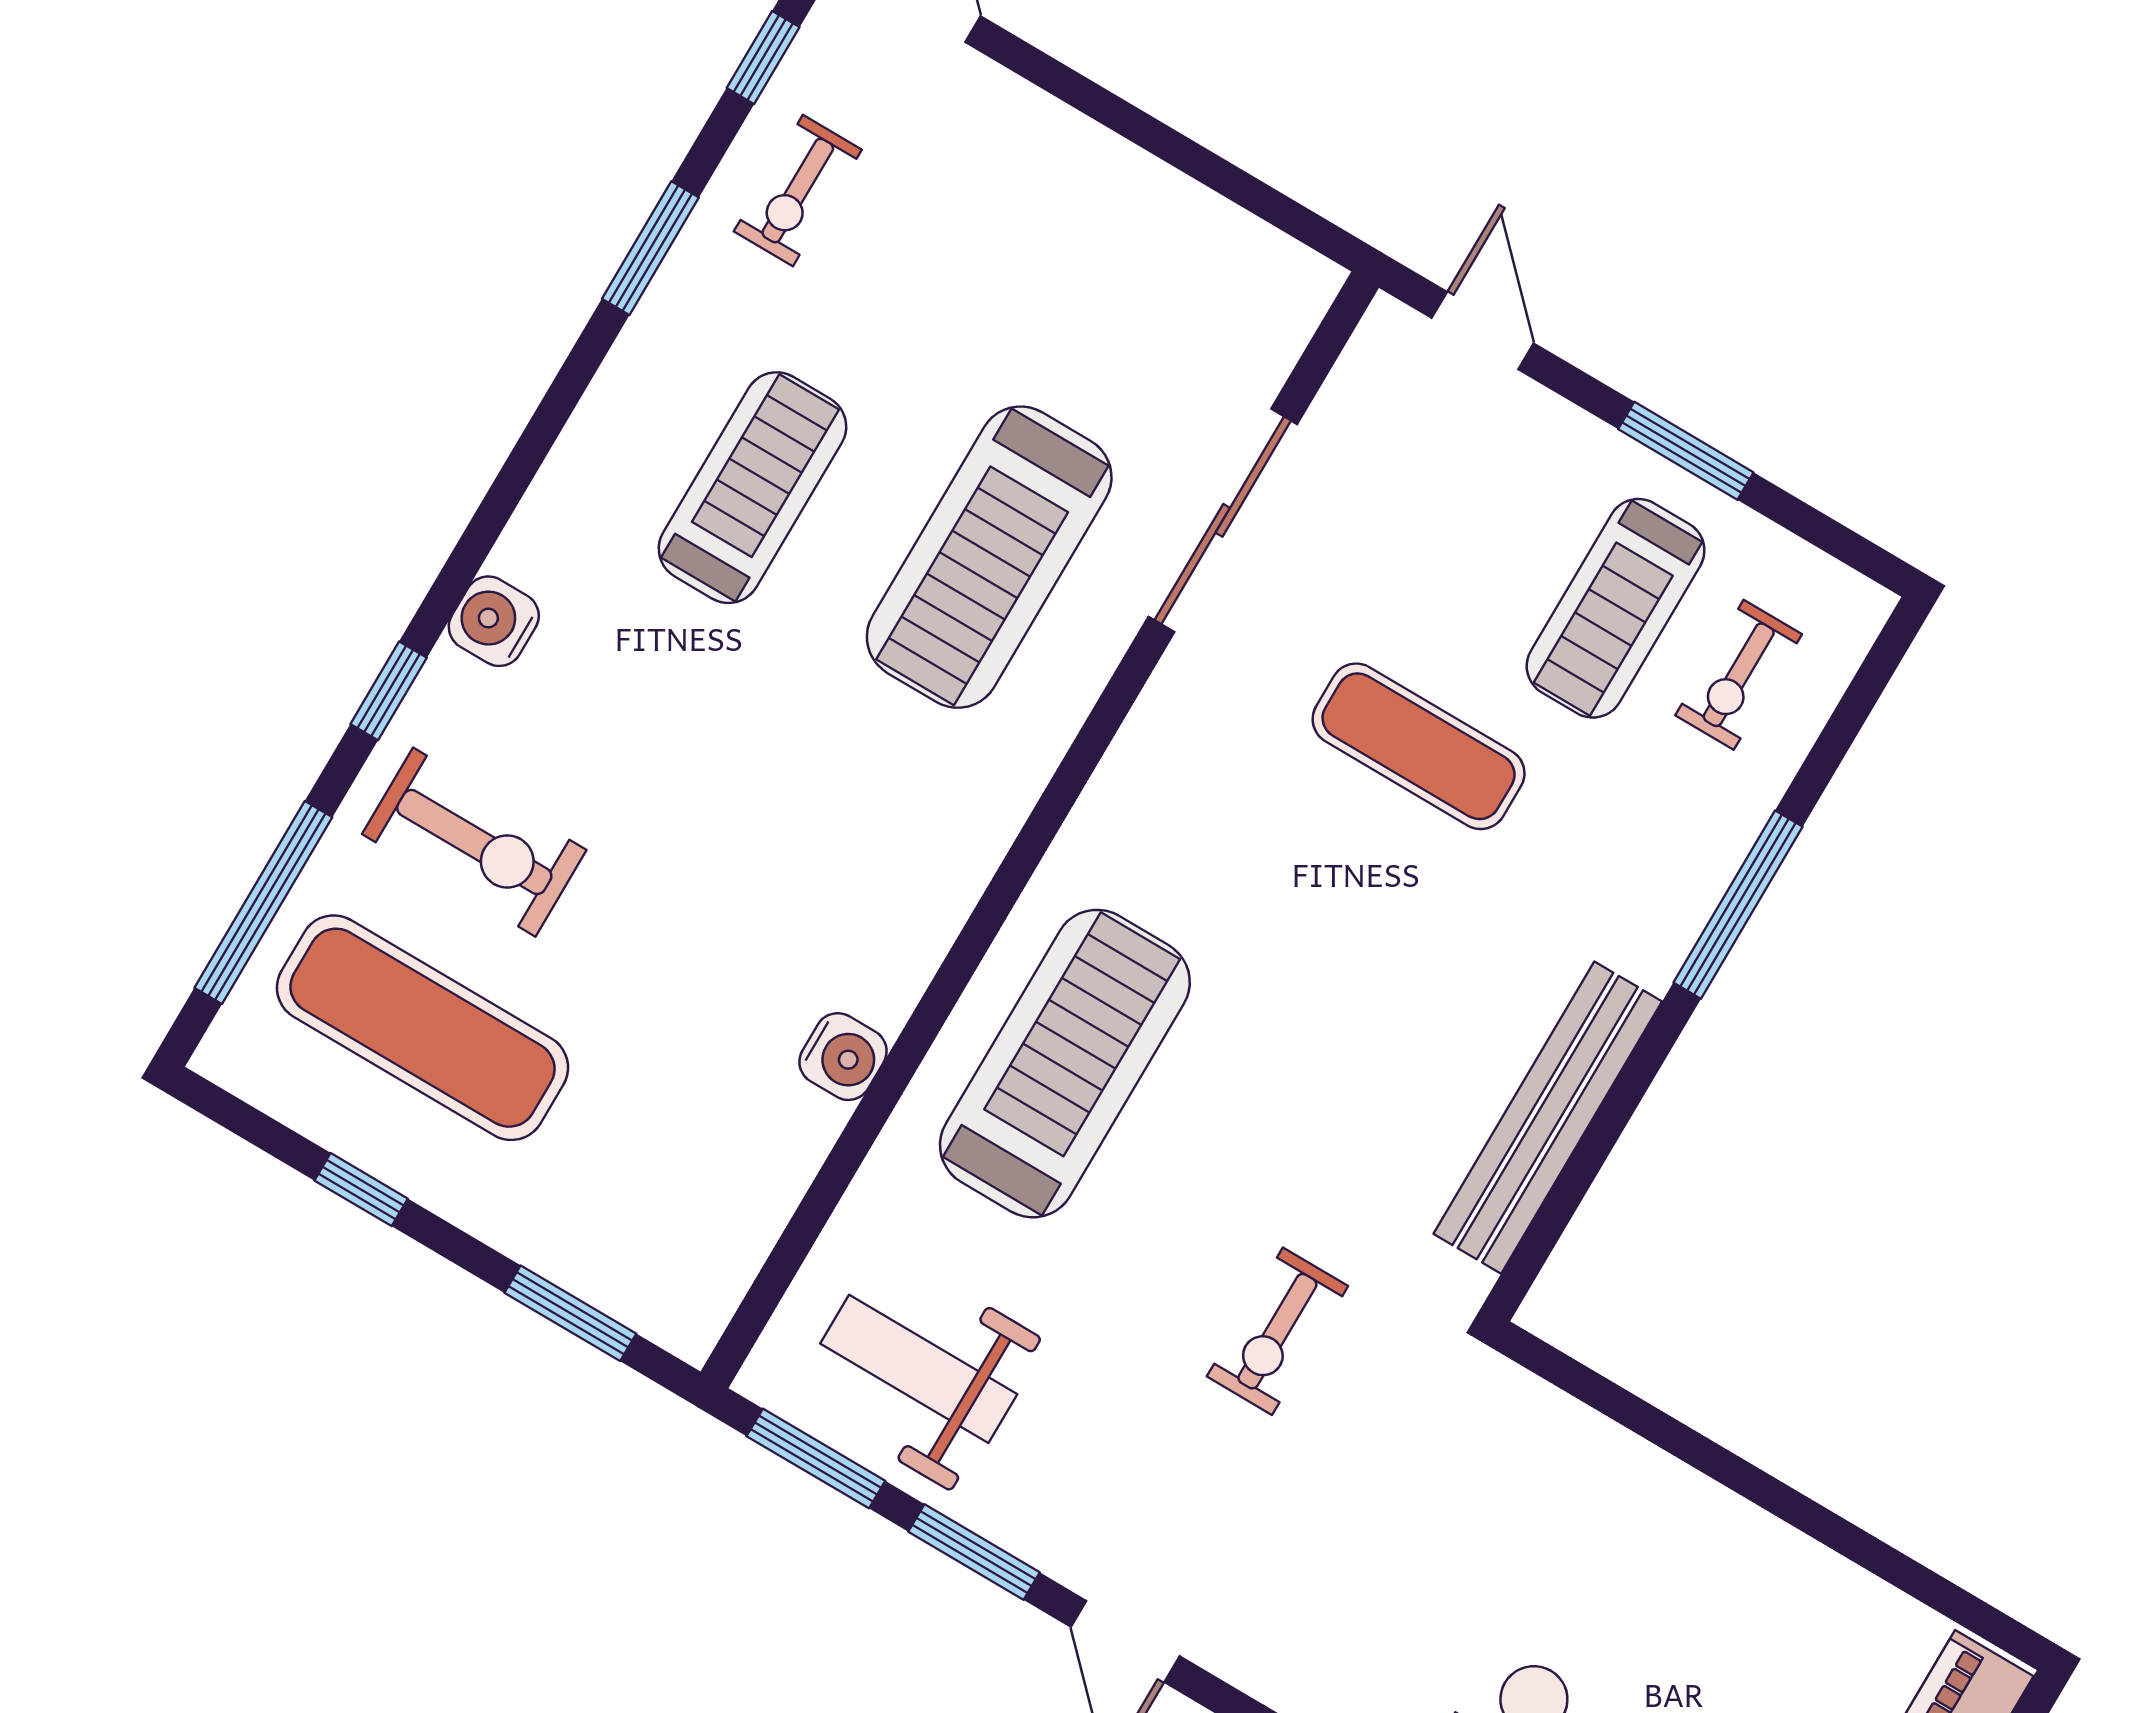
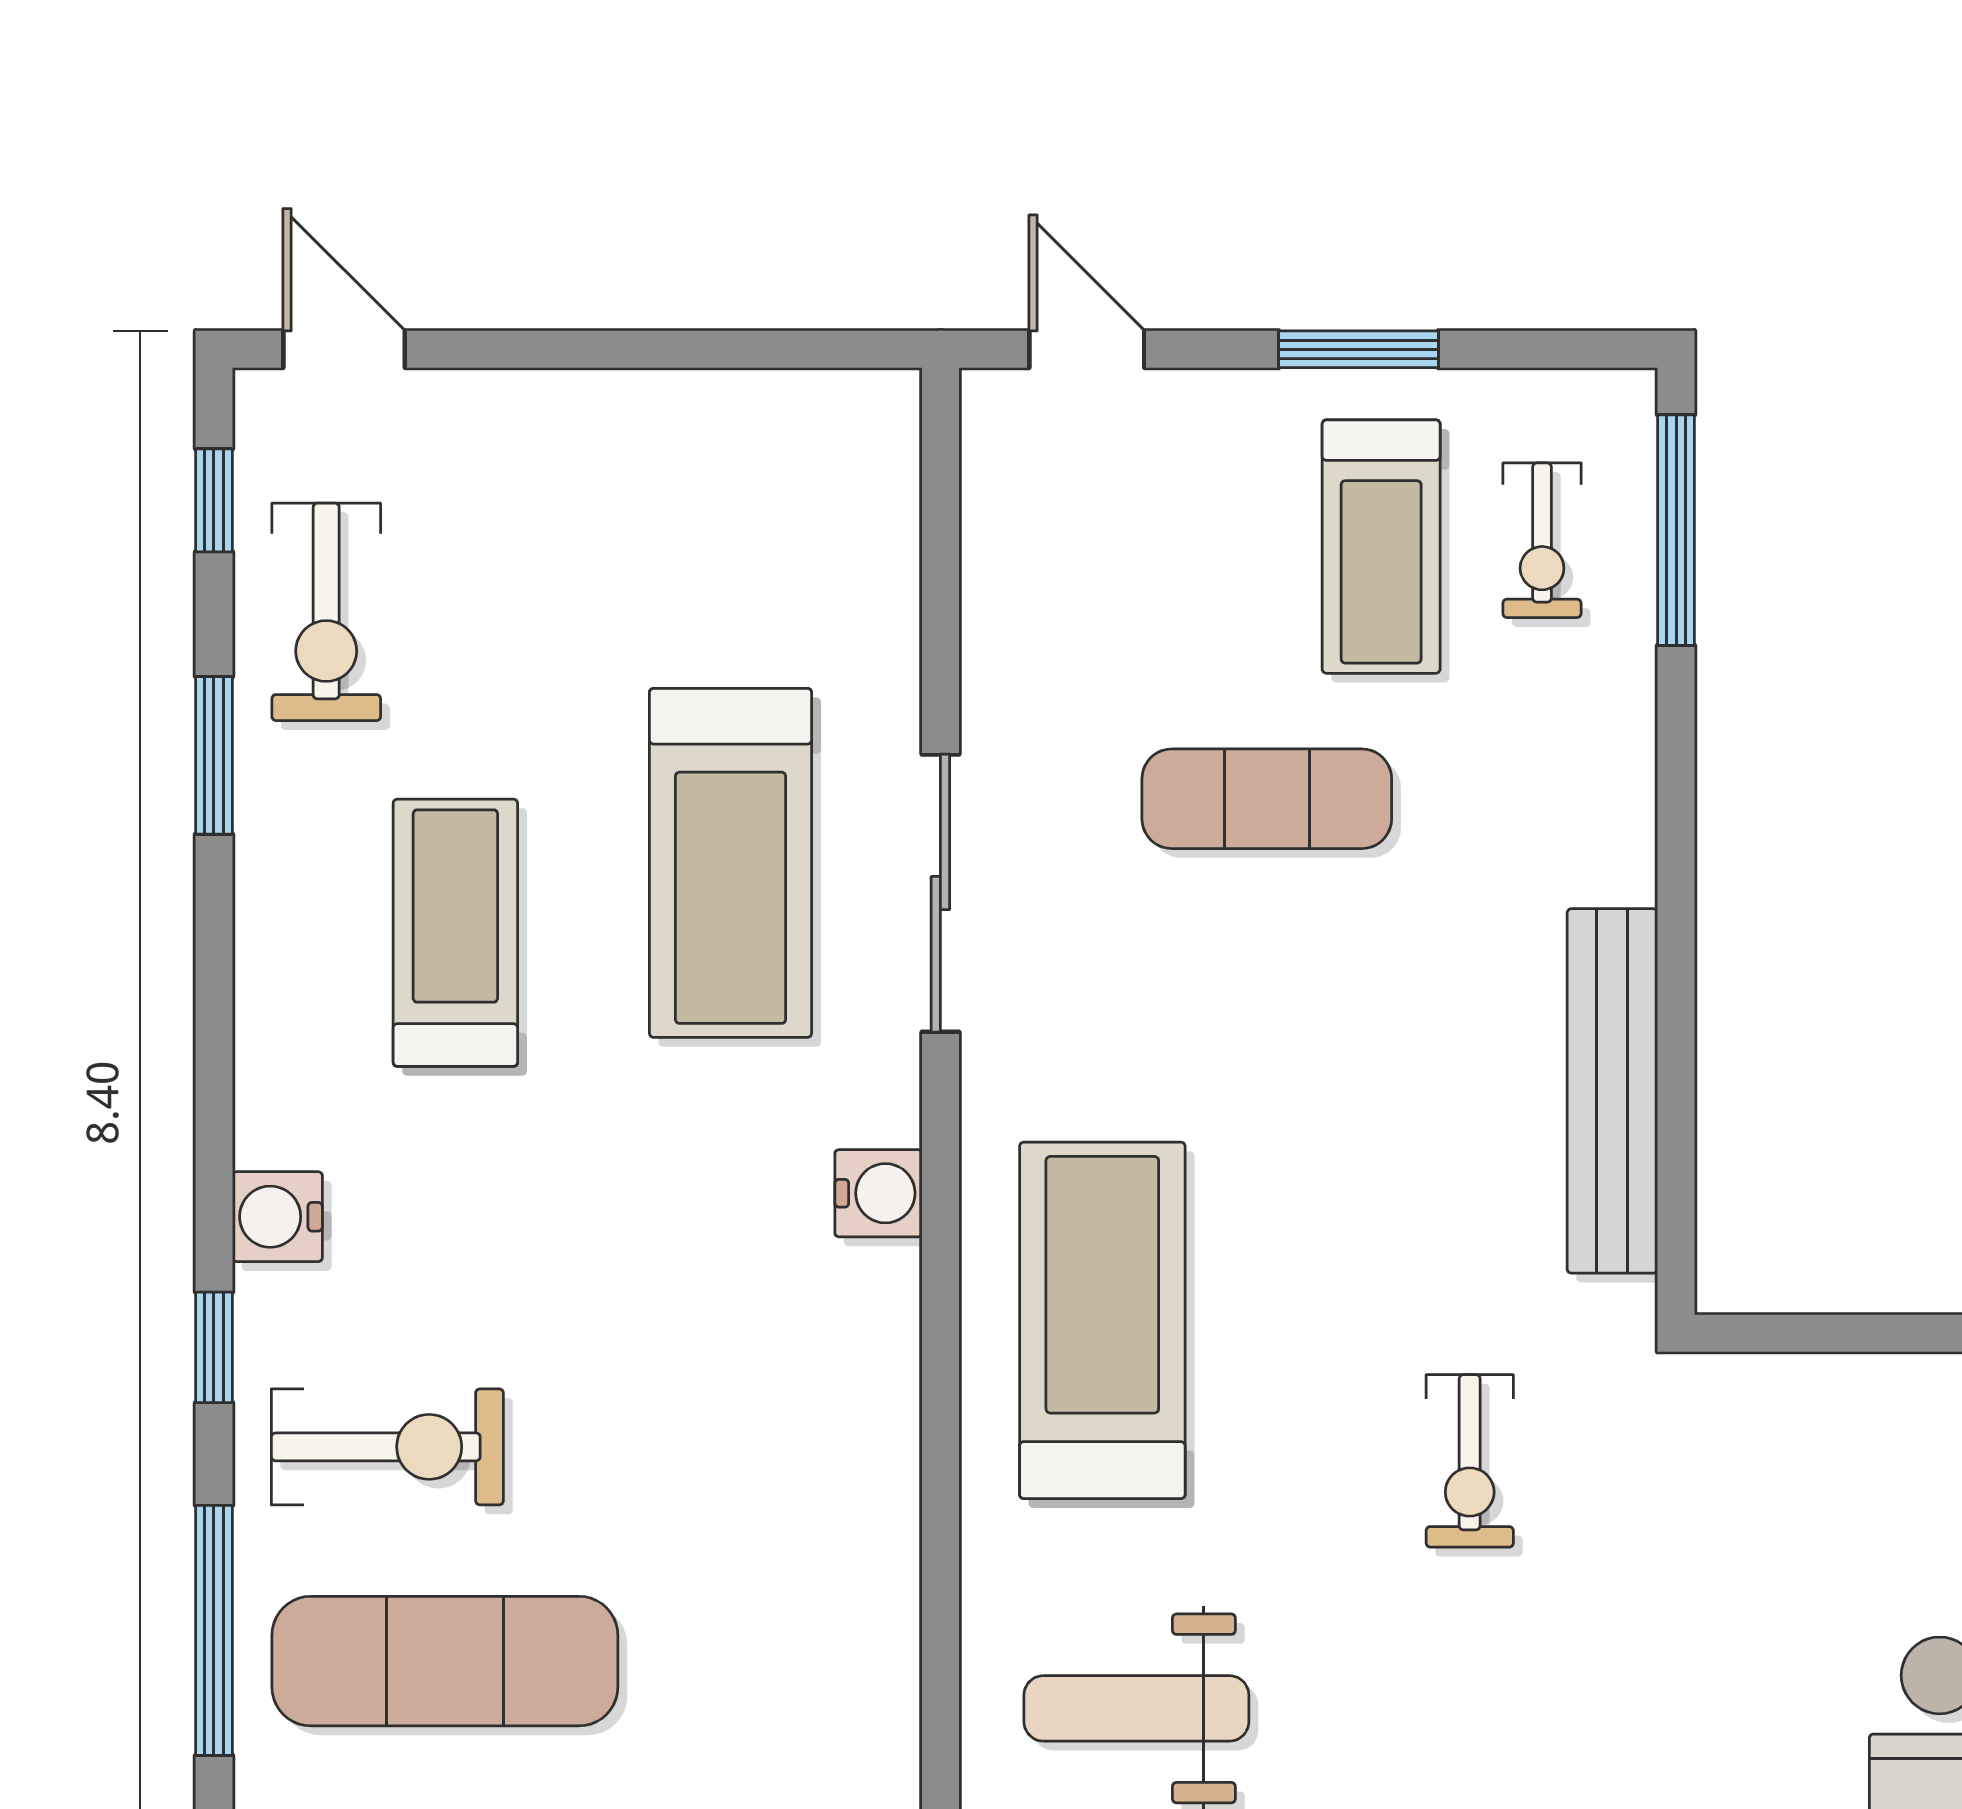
exercise bike: (798, 191) -> (326, 612), width x1.38, depth x1.39
sliding door: (1223, 520) -> (940, 893), moved
window: (1738, 905) -> (1676, 530), moved
water cooler: (843, 1057) -> (878, 1193), moved

